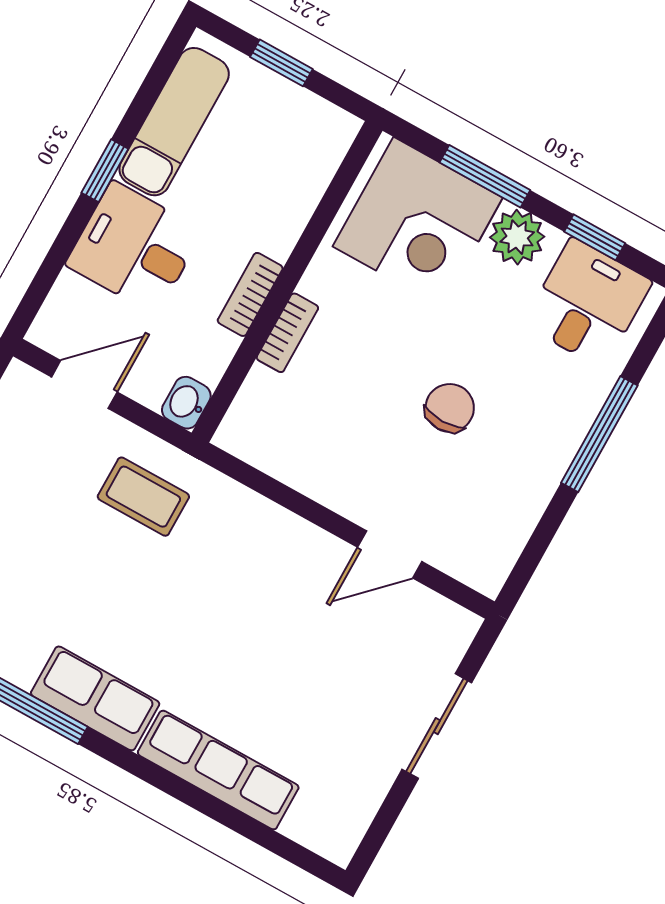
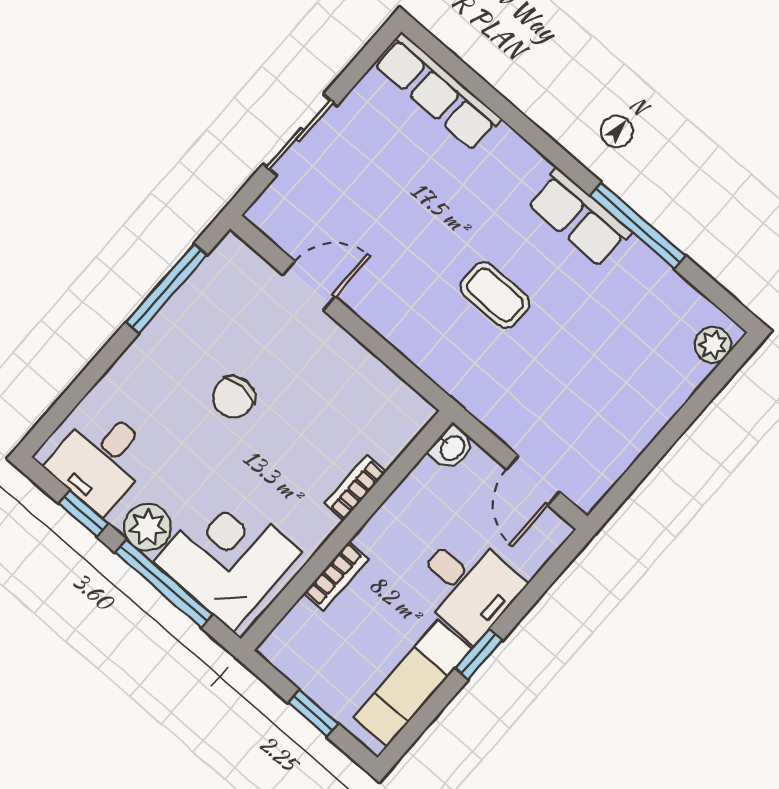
window: (485, 176) -> (164, 583), width x1.44
bookcase: (250, 294) -> (336, 576), moved
door: (84, 384) -> (533, 481), hinge flipped
window: (599, 434) -> (167, 288), moved
coffee table: (143, 497) -> (495, 295), moved
row of seats: (218, 770) -> (438, 92), moved

